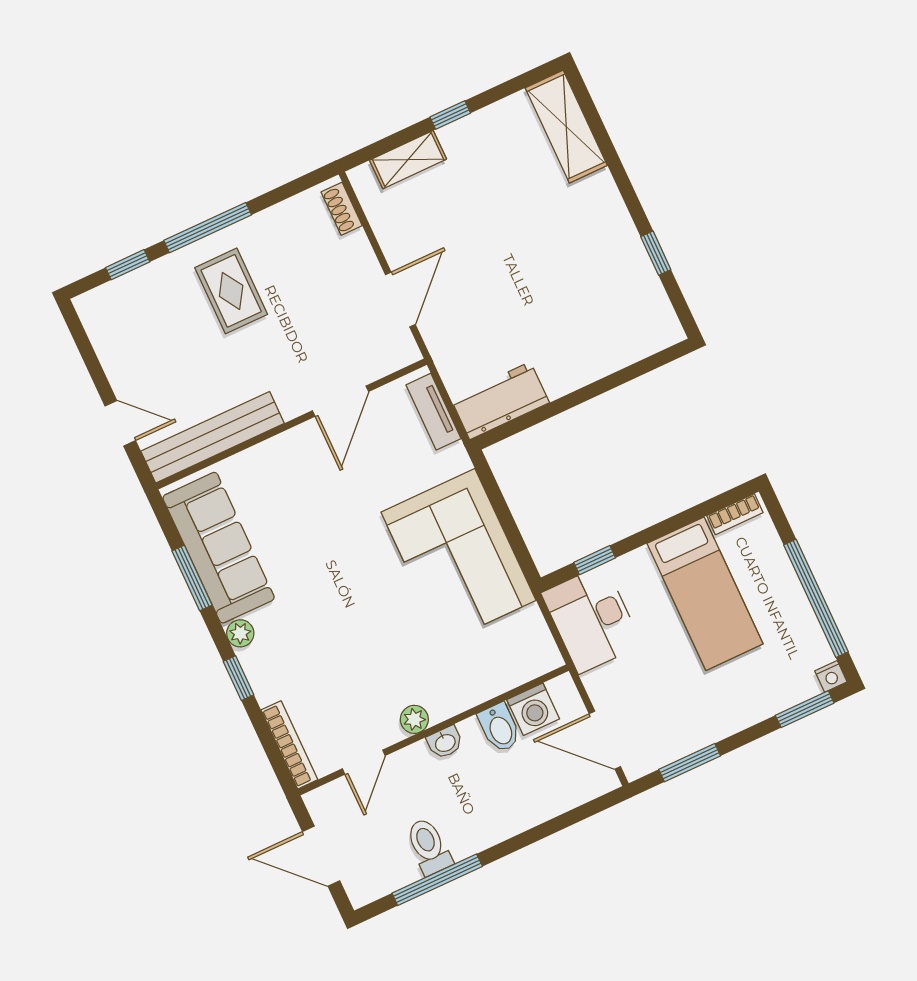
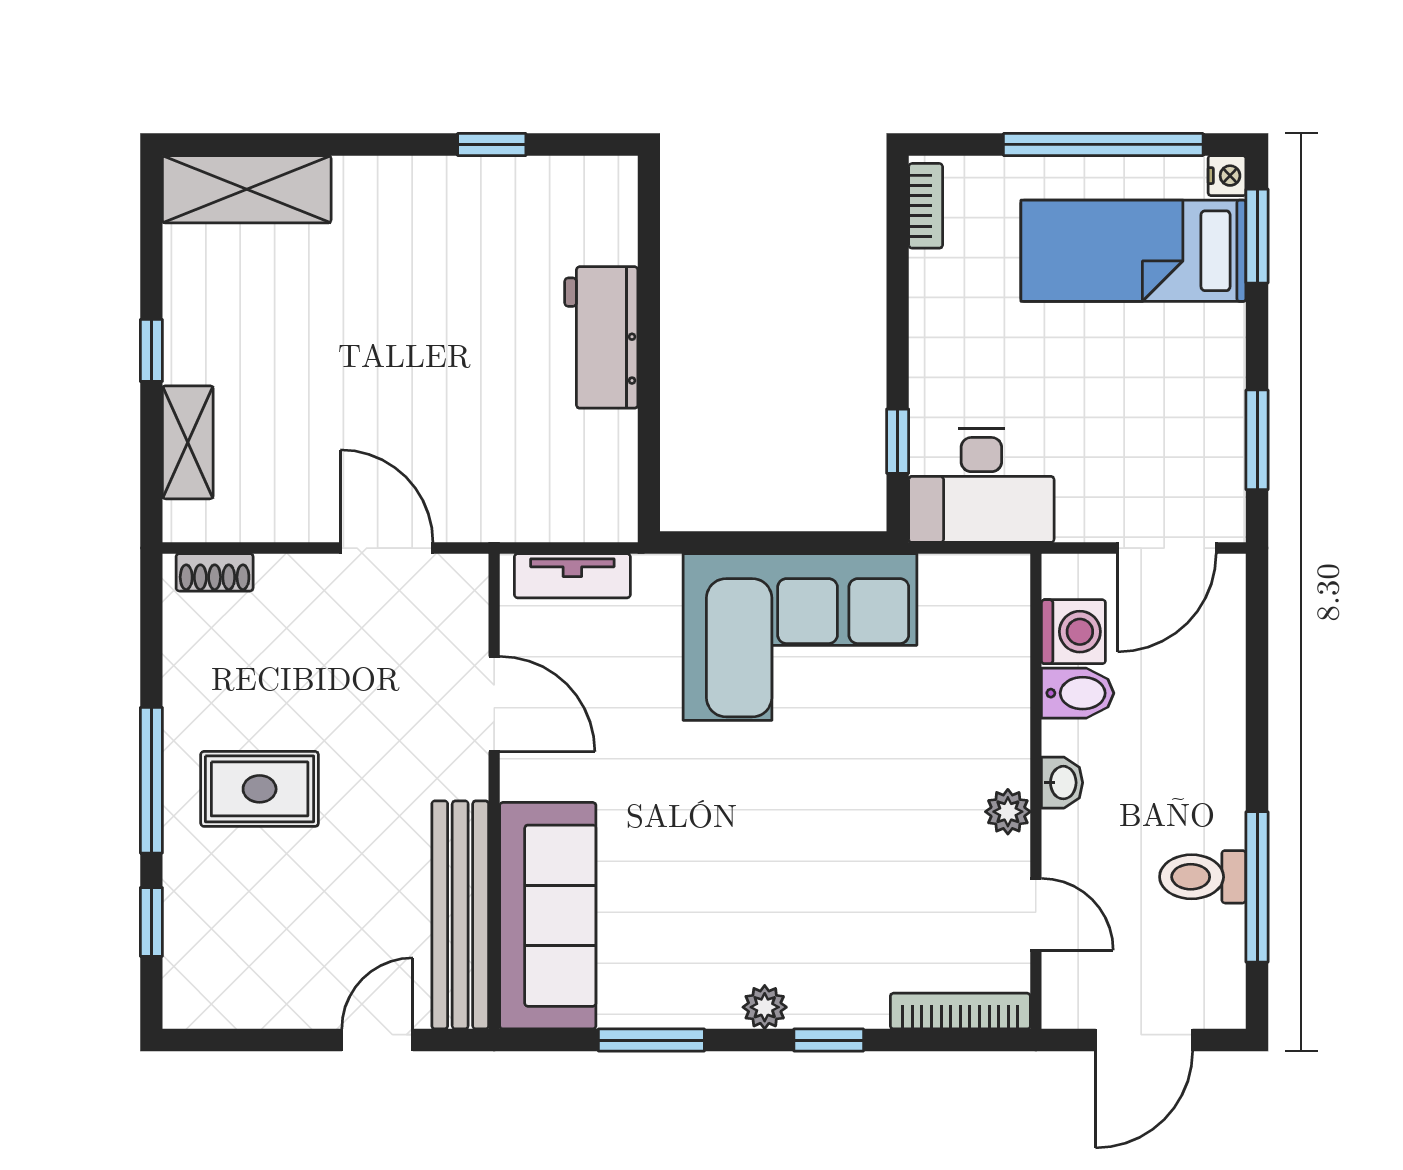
workbench: (500, 401) -> (601, 337), moved
sofa: (219, 548) -> (548, 916), moved, turned 90
bed: (705, 594) -> (1133, 251), moved, turned 180

